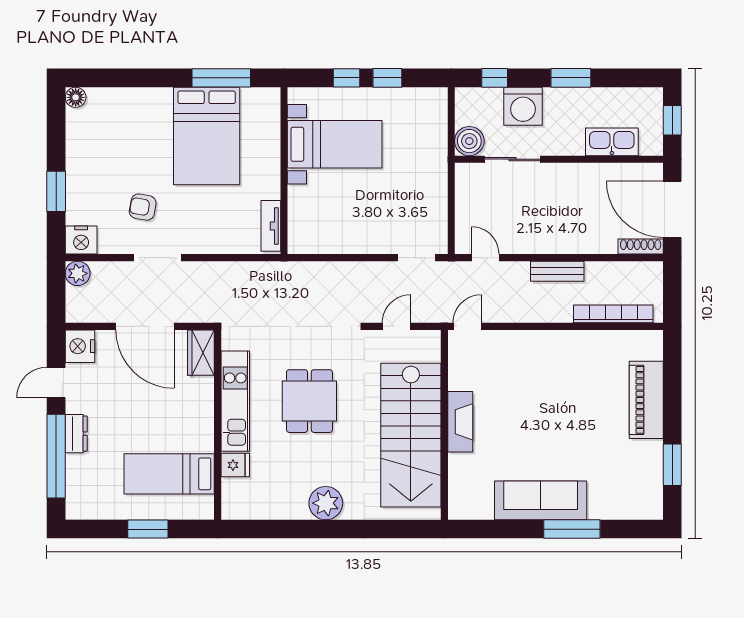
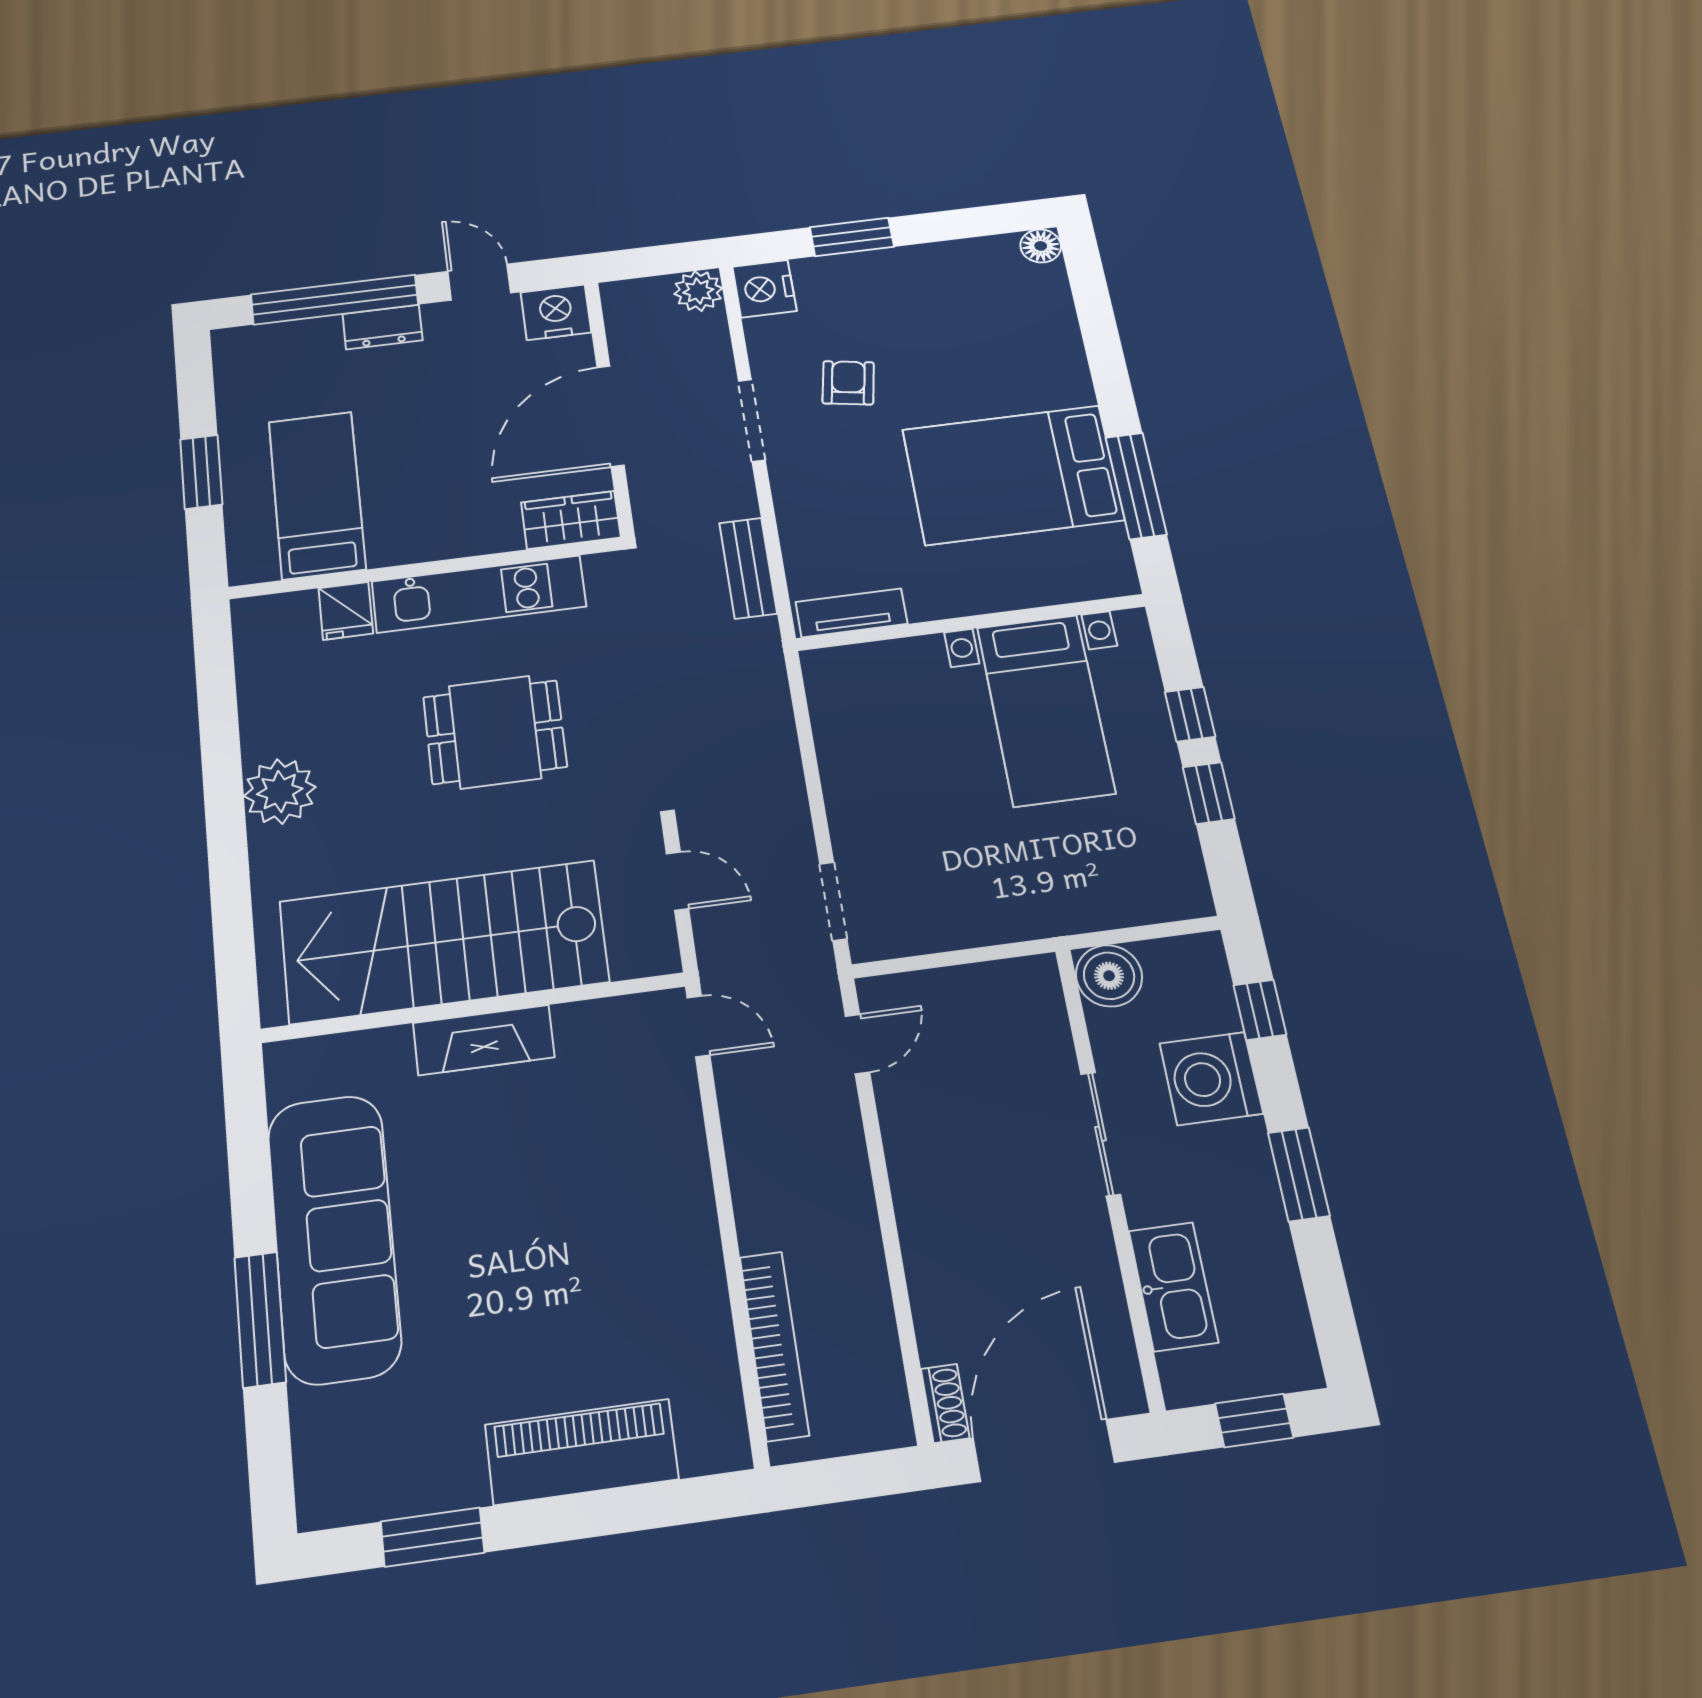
sliding door: (512, 159) -> (1101, 1134), moved
shoe rack: (641, 247) -> (945, 1403), width x0.70
bench: (557, 271) -> (748, 568), moved
sofa: (541, 500) -> (334, 1238), width x1.36, depth x1.27

